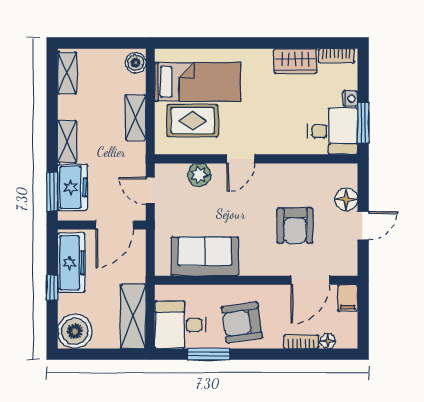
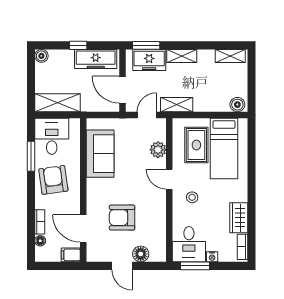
shelving: (136, 118) -> (177, 105), moved
stool: (266, 127) -> (192, 197), added
boiler: (75, 331) -> (41, 56), width x0.54, depth x0.54

